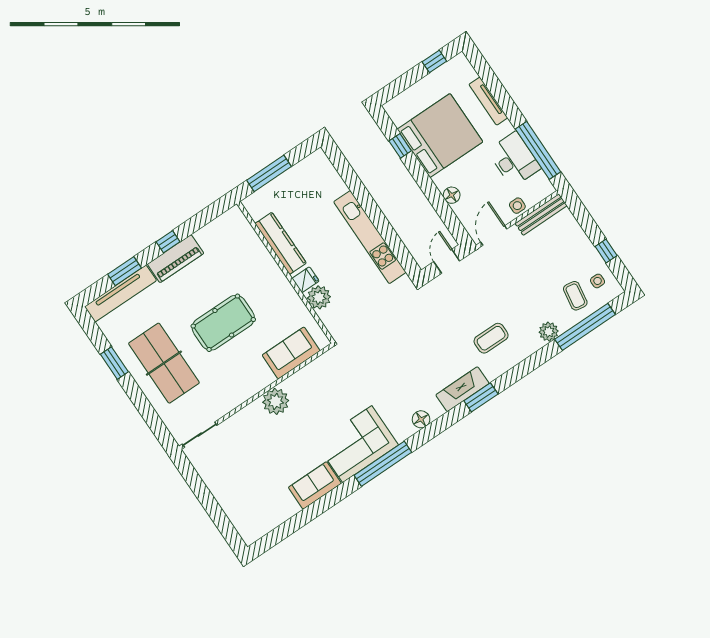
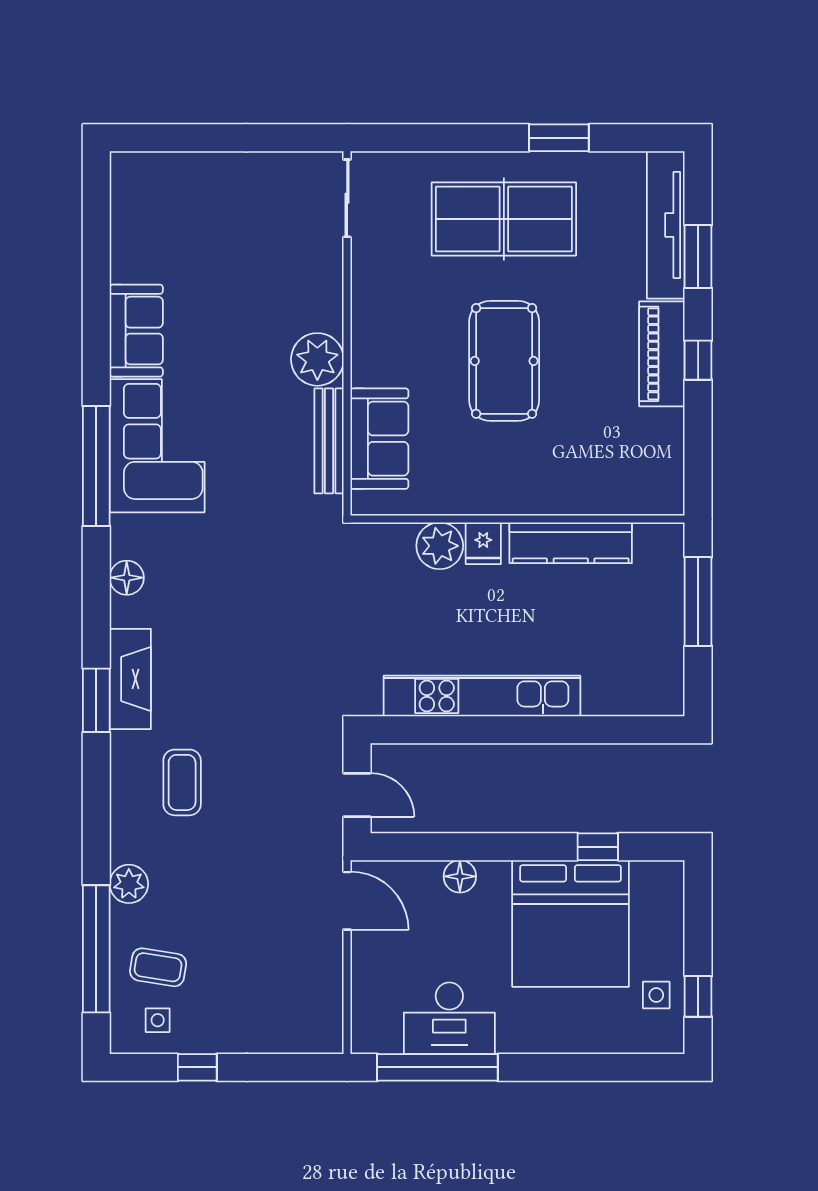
tv unit: (488, 101) -> (573, 1041), removed
side table: (517, 206) -> (656, 995), moved
bench: (541, 215) -> (329, 441), moved

